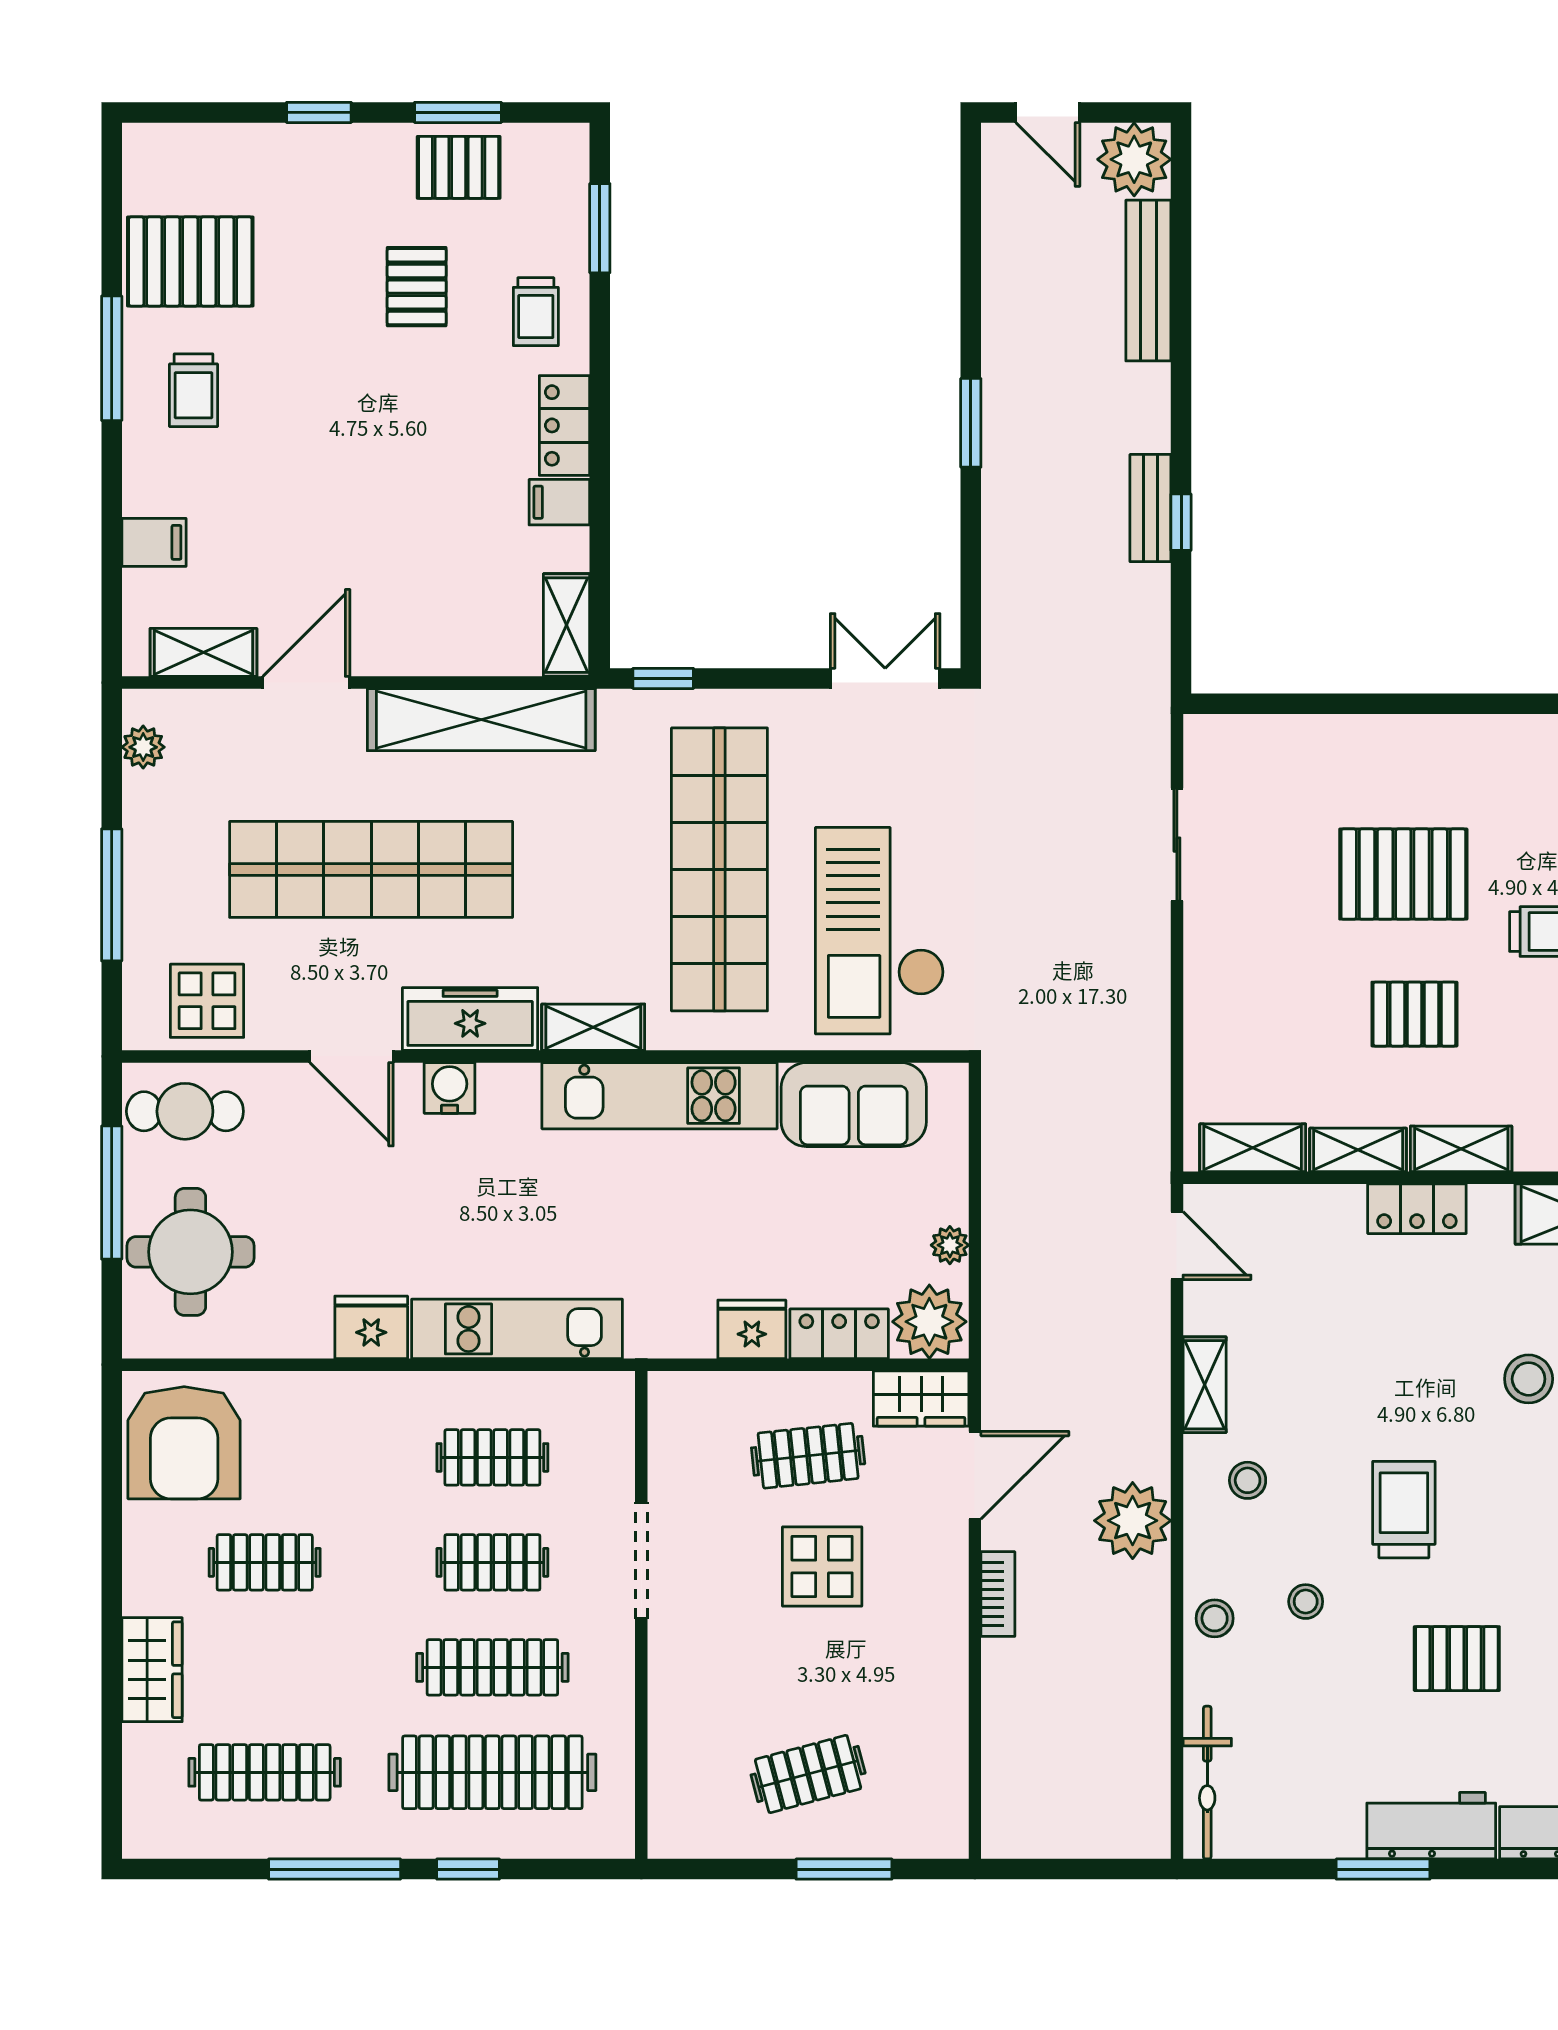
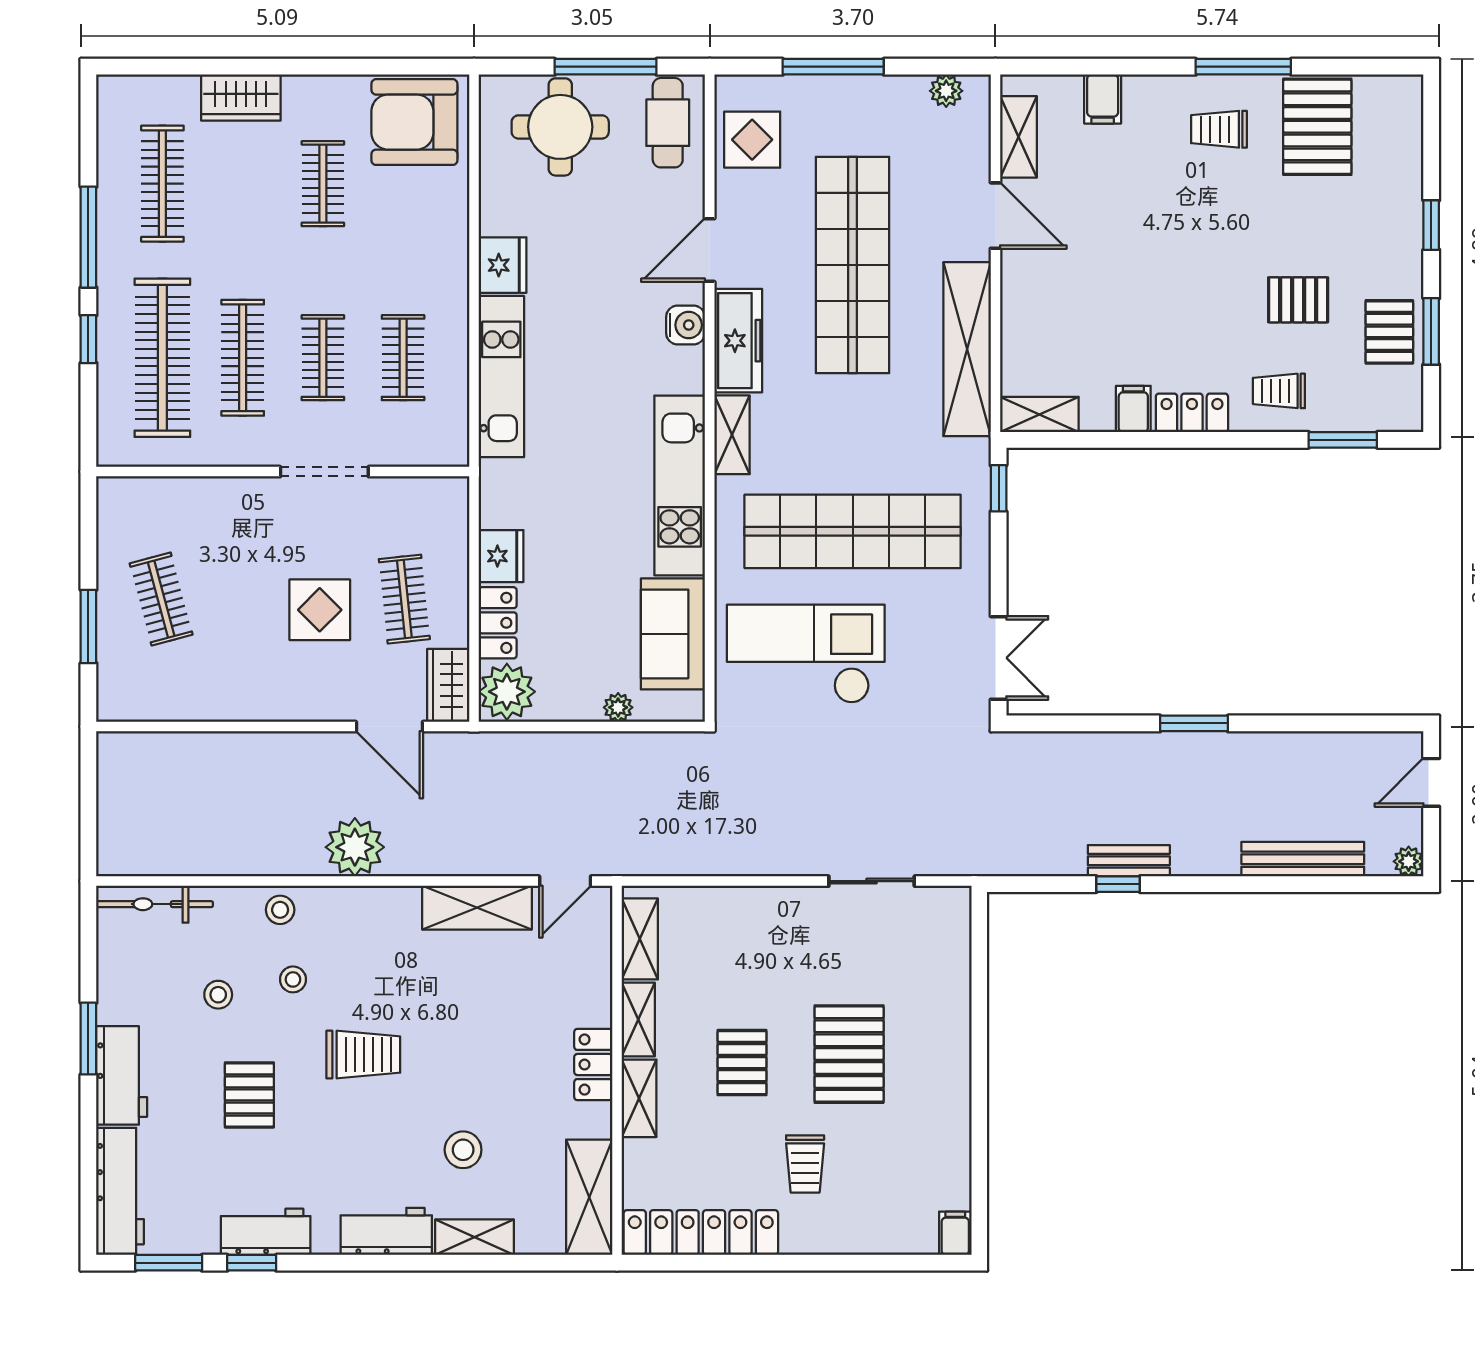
plant: (1134, 159) -> (1409, 861), width x0.53, depth x0.53
plant: (950, 1245) -> (618, 707), moved
shelving: (1205, 1385) -> (477, 908), width x1.50, depth x1.33
stool: (1248, 1480) -> (218, 995), moved
bookcase: (998, 1594) -> (299, 744), removed

